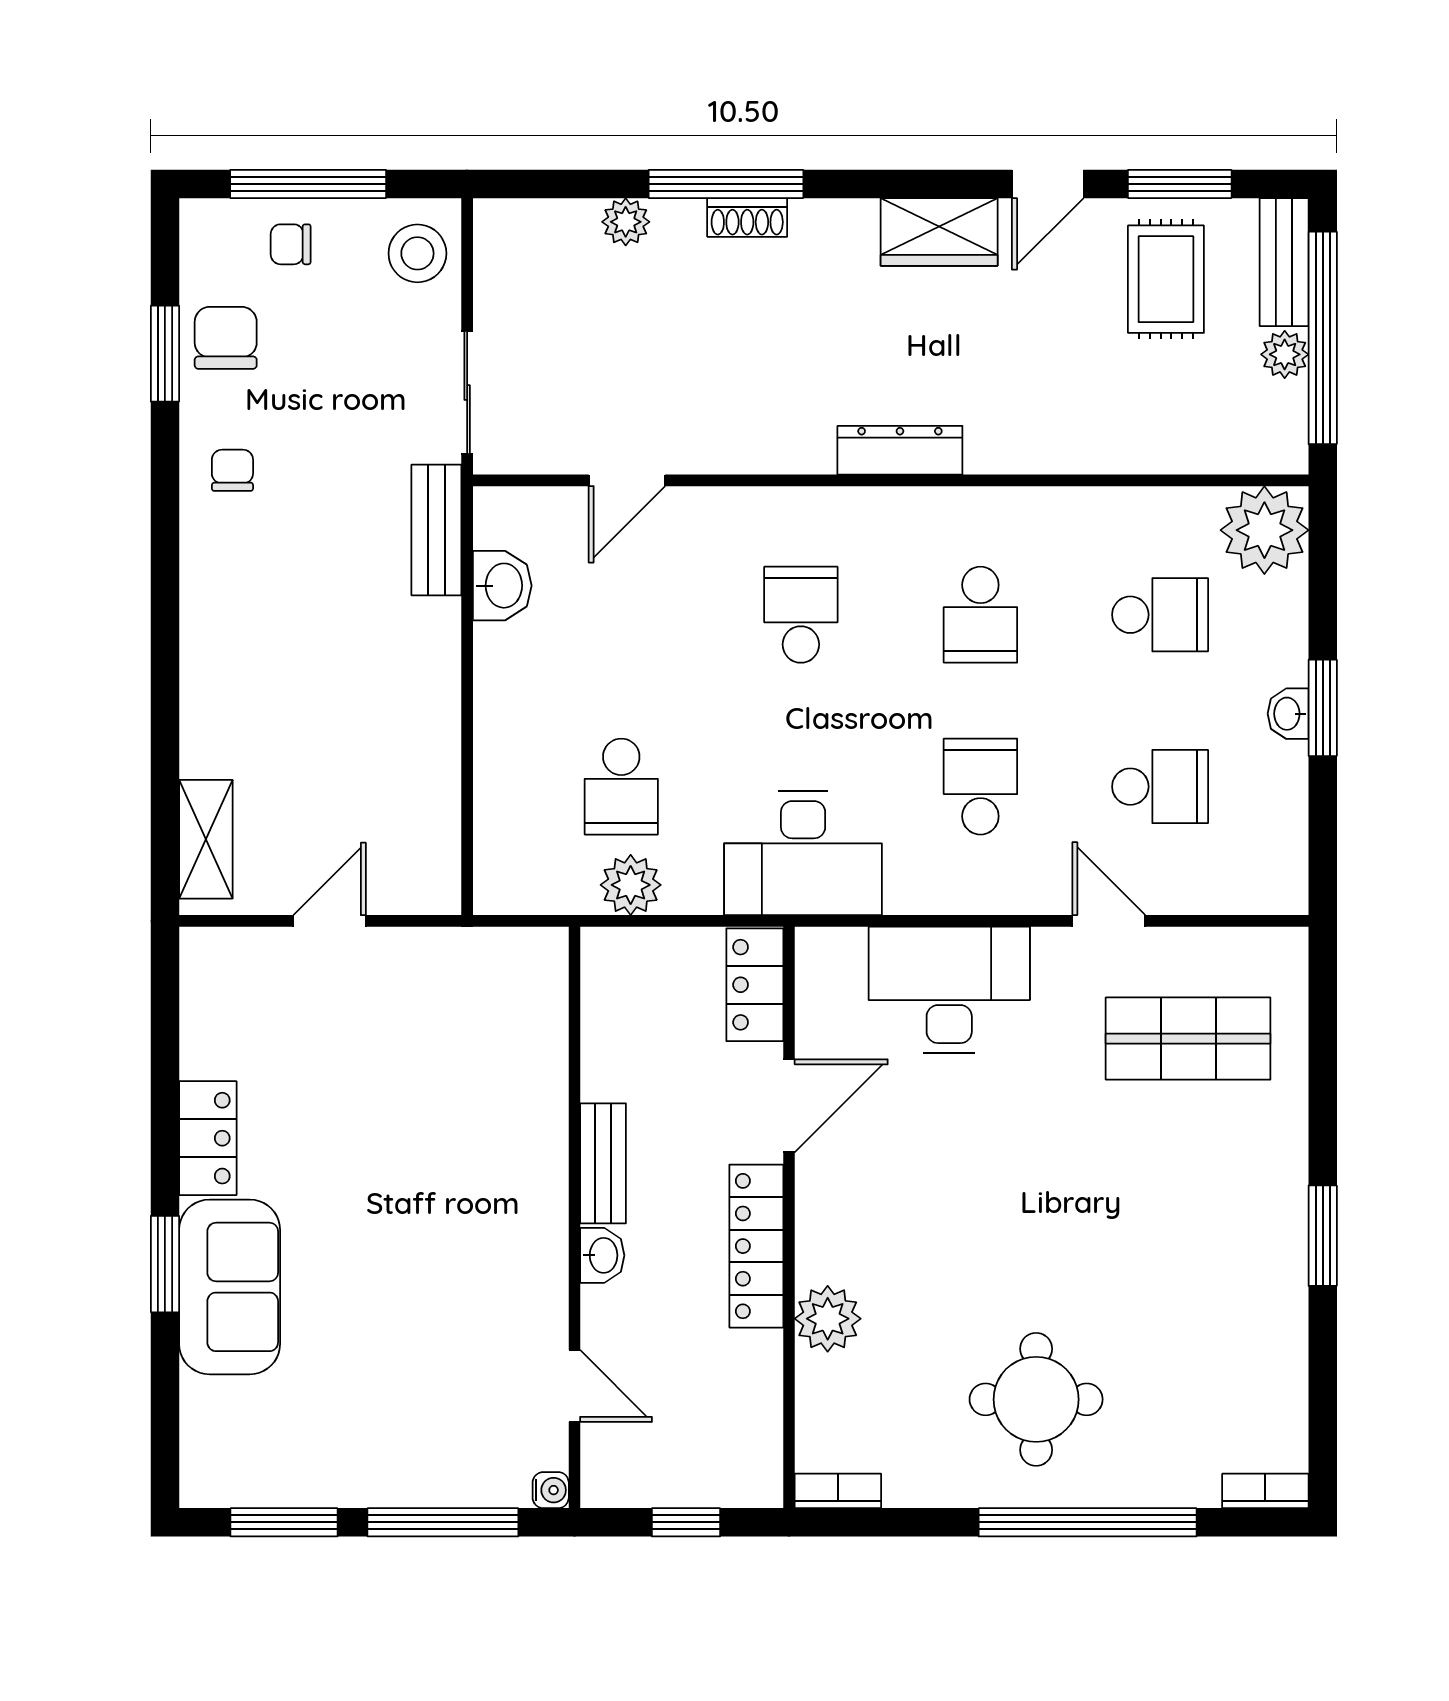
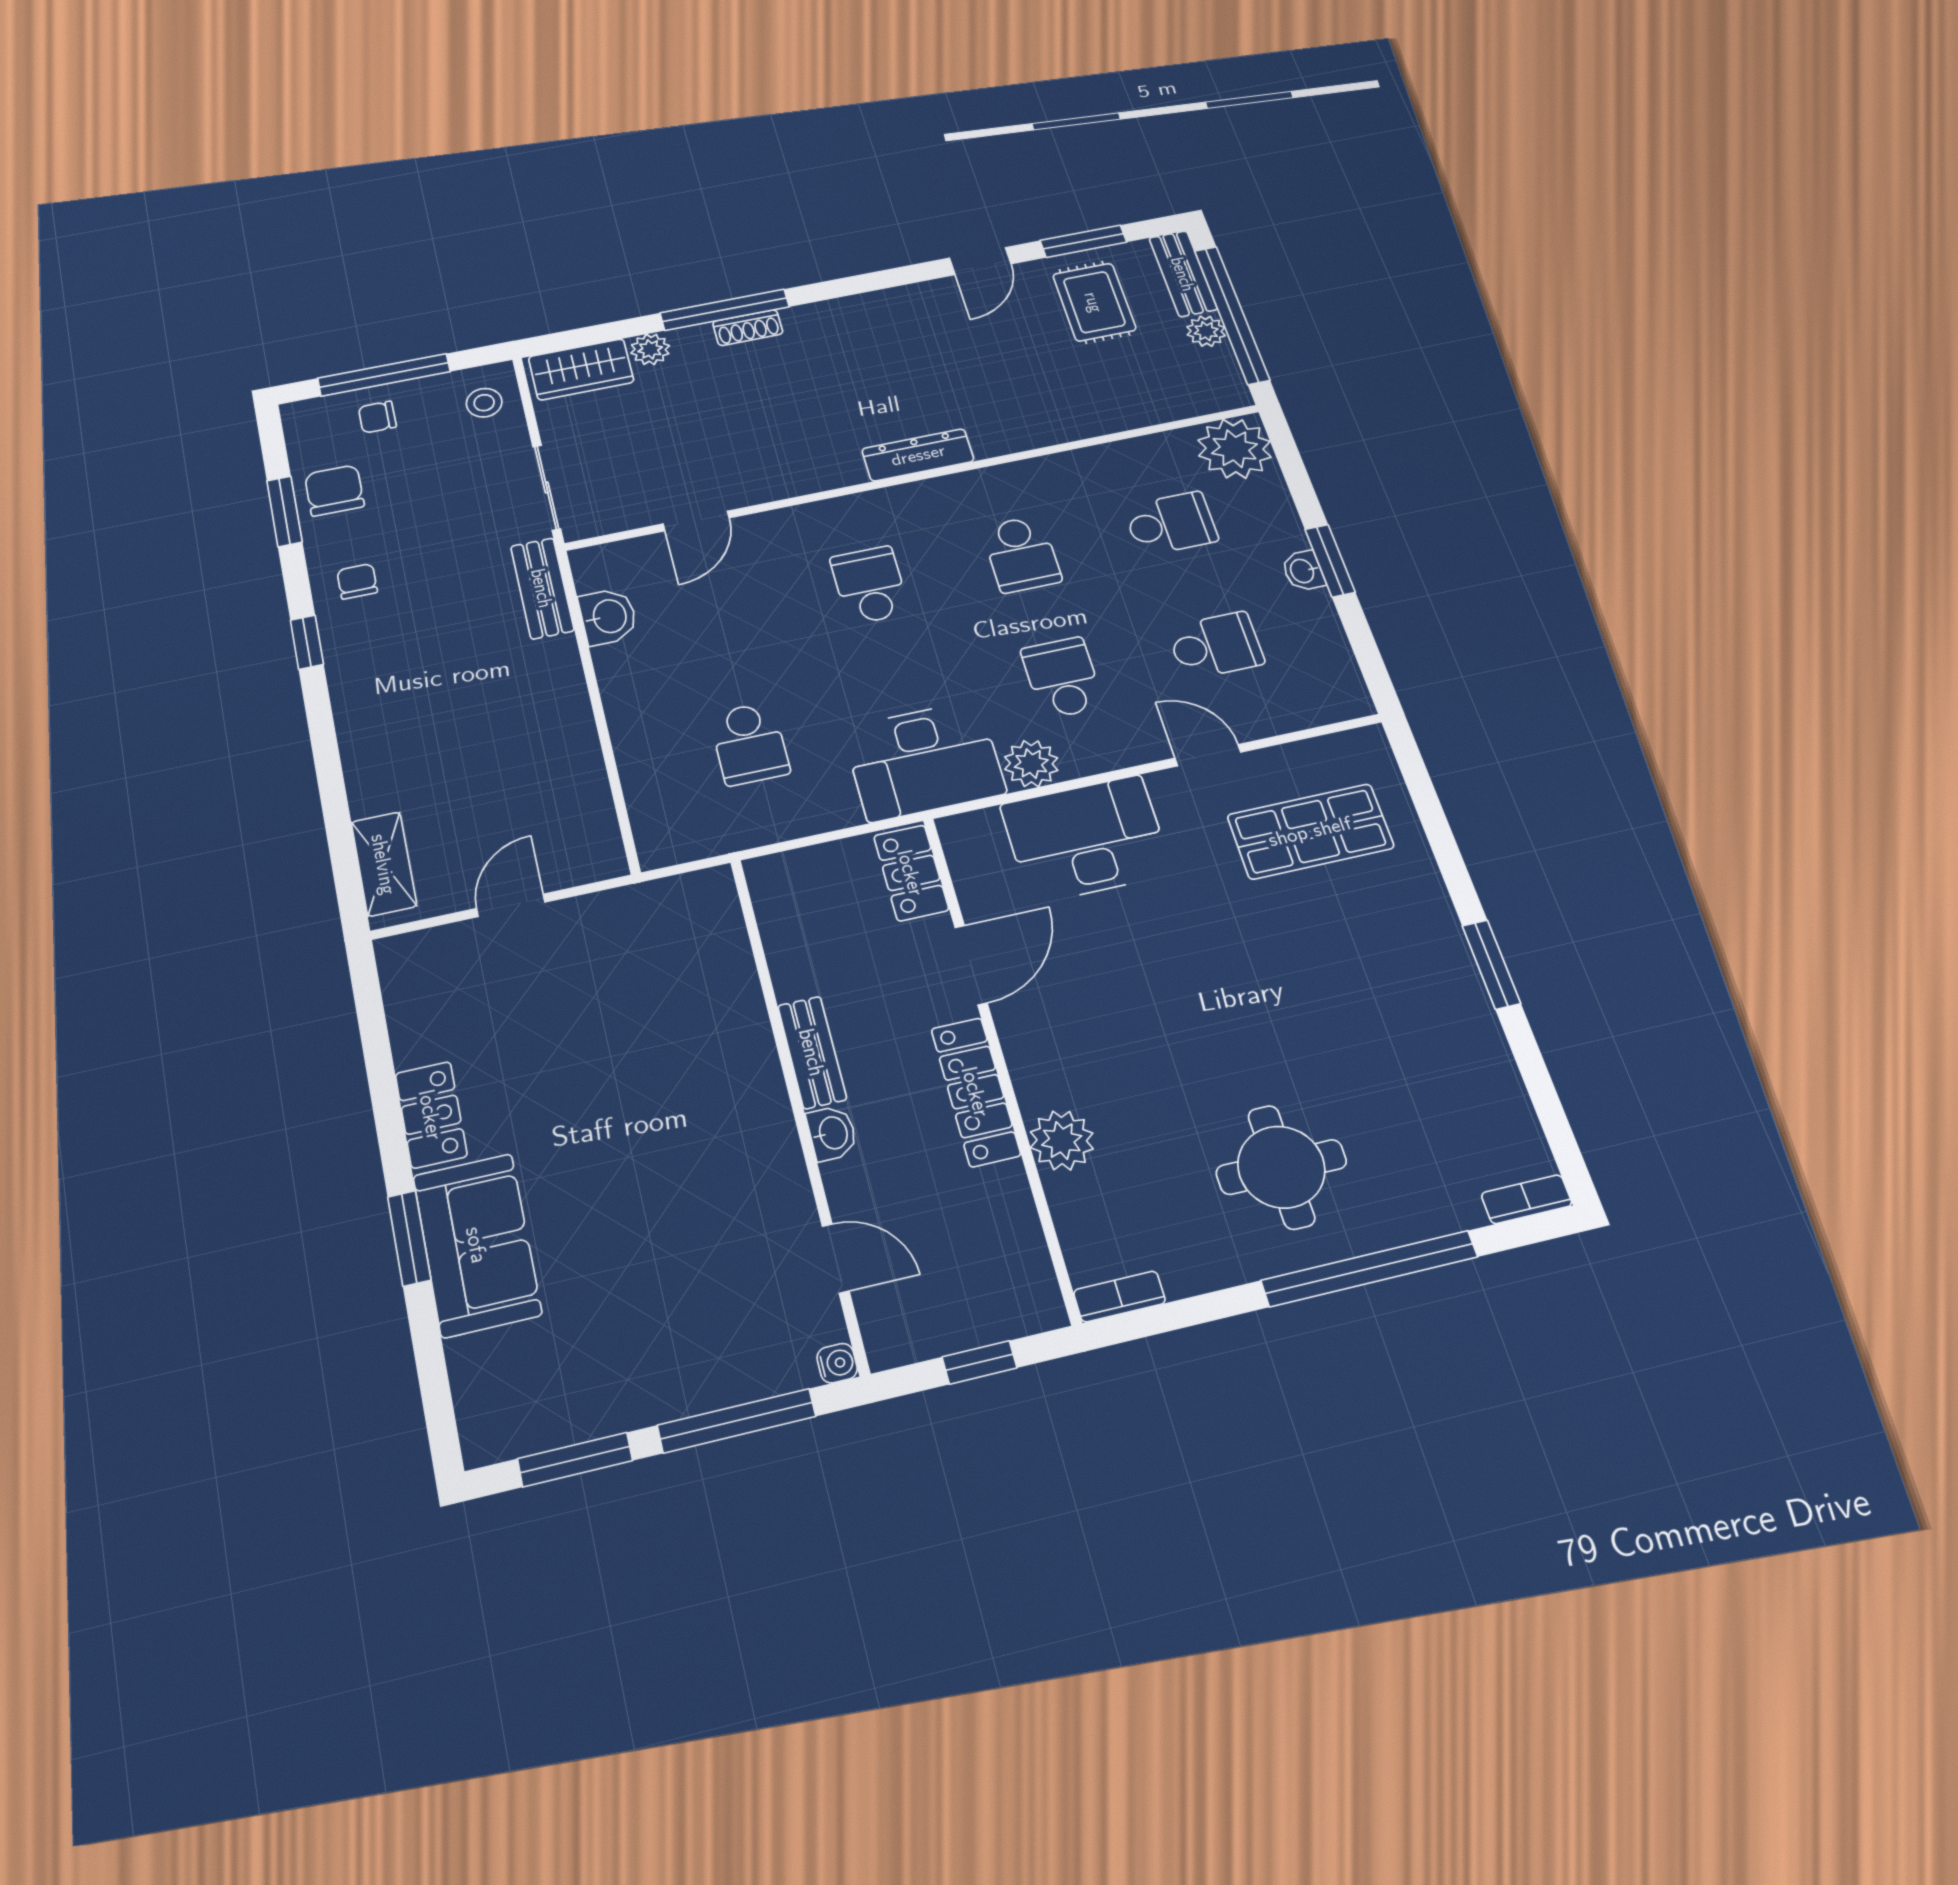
wardrobe: (939, 232) -> (581, 369), moved
stool: (417, 253) -> (484, 403), width x0.73, depth x0.73
window: (165, 539) -> (307, 642), added
plant: (631, 885) -> (1031, 764), moved

